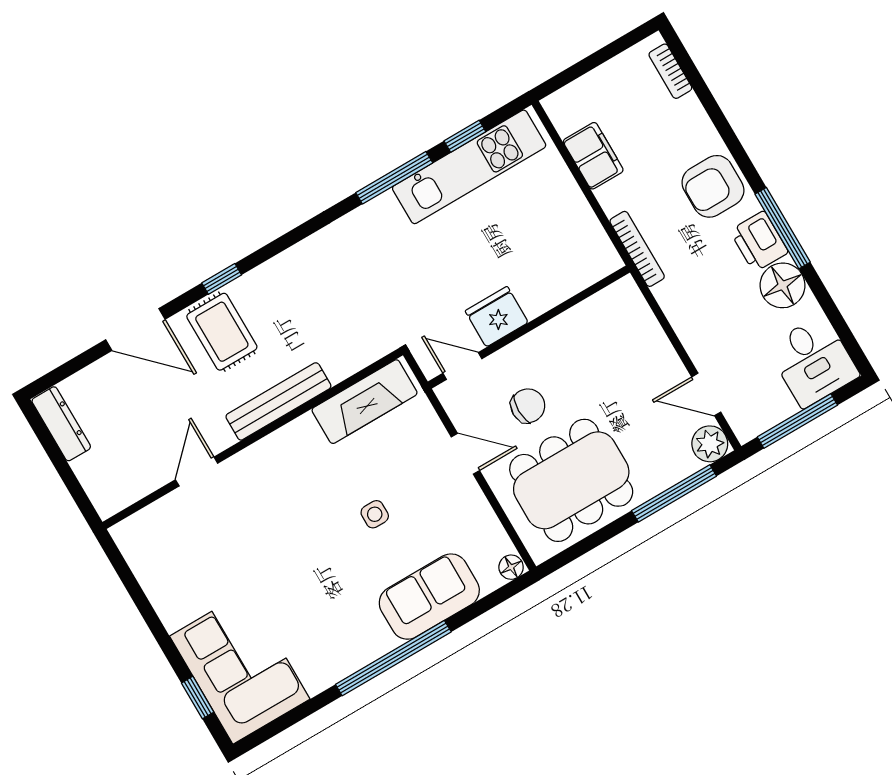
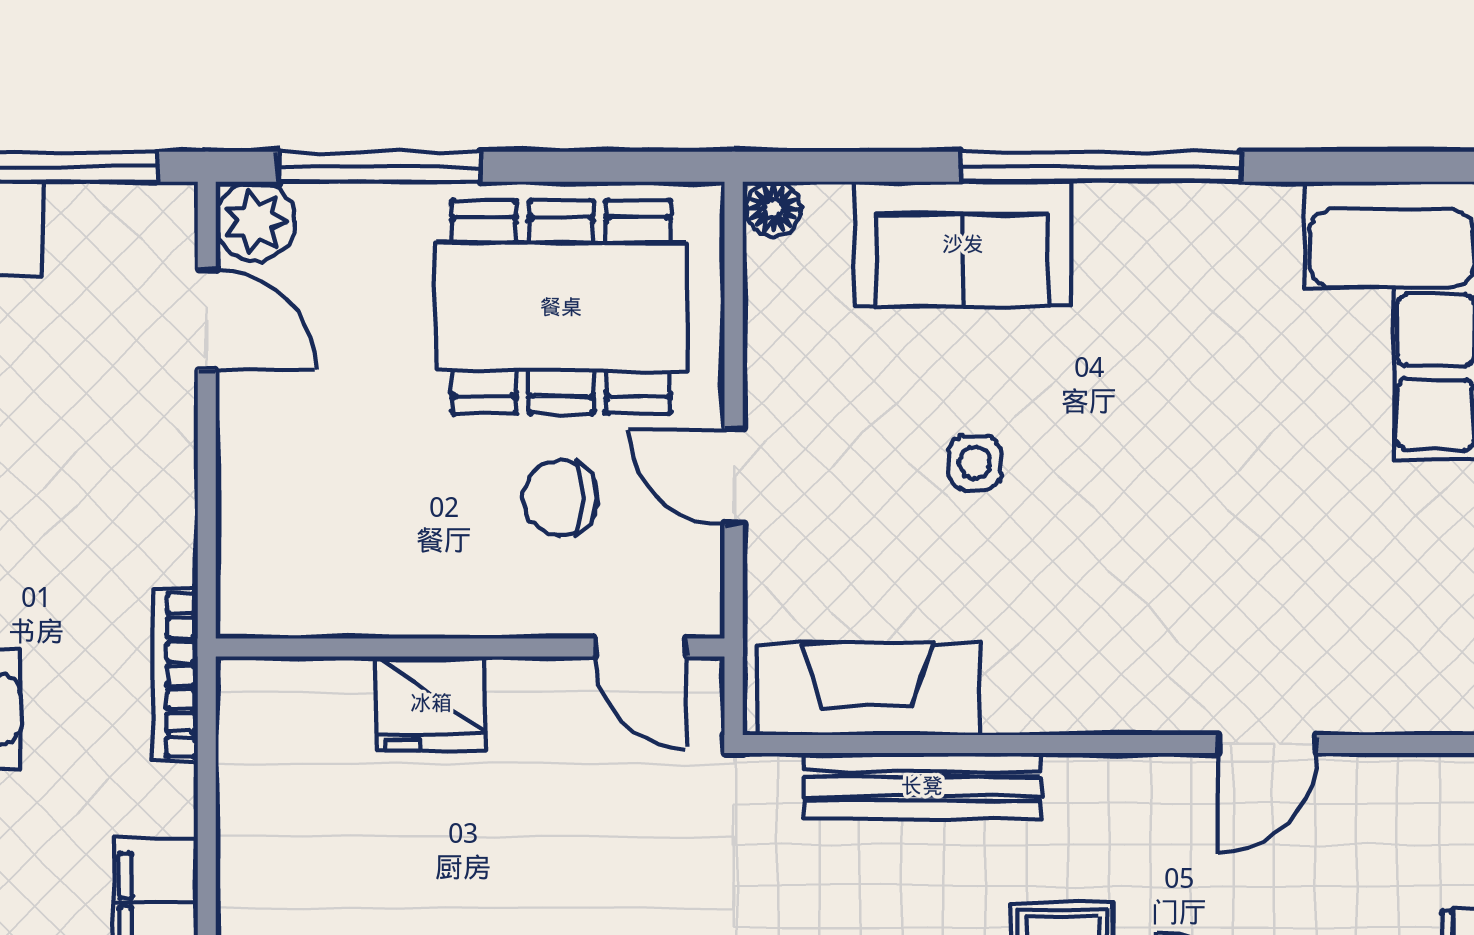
fridge: (497, 317) -> (431, 703), moved
bench: (278, 401) -> (922, 786), moved

